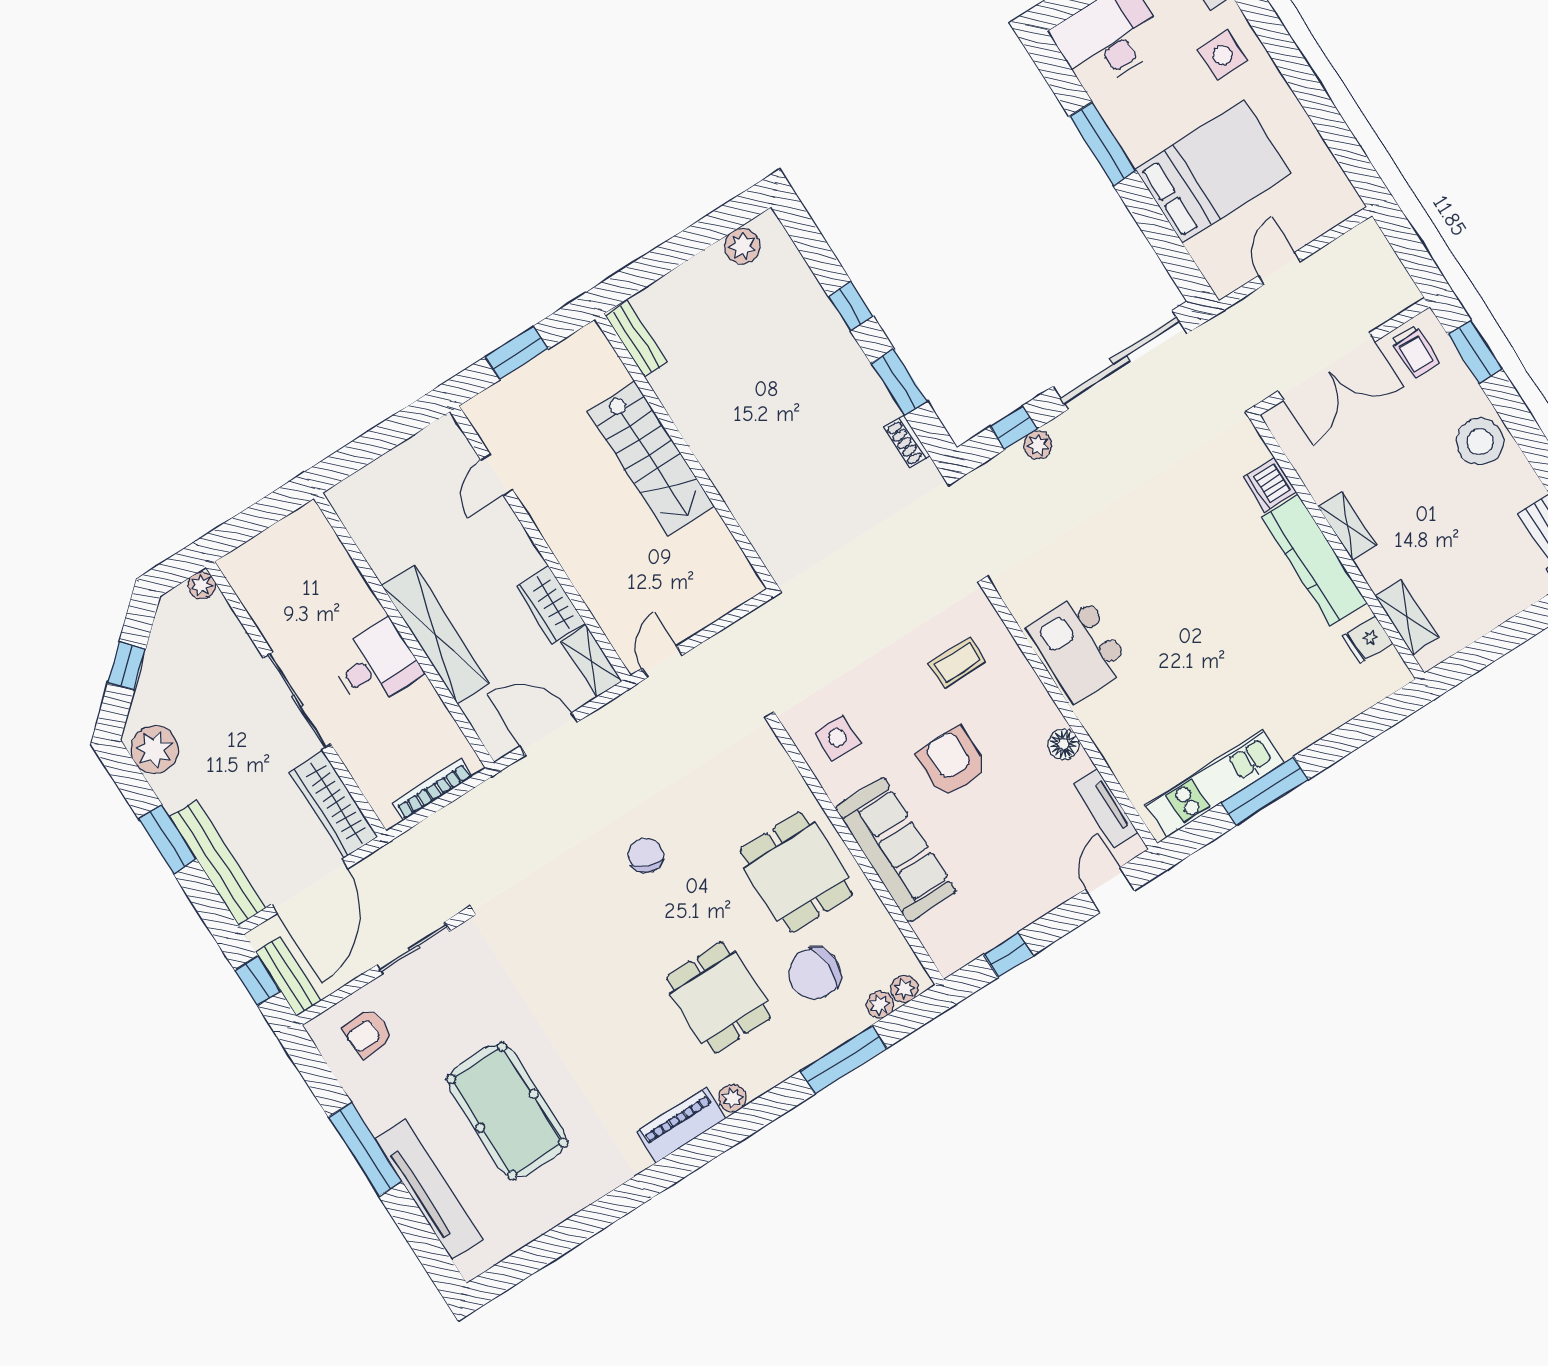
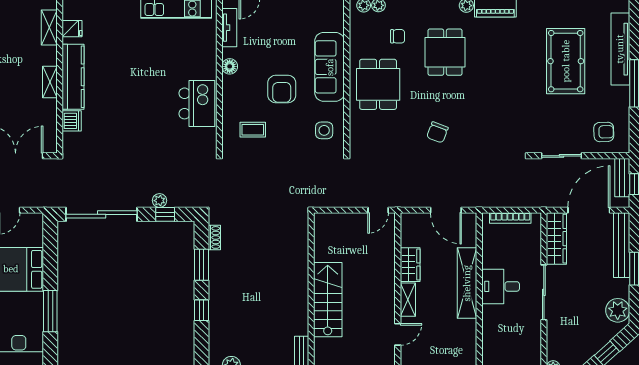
shelving: (592, 661) -> (408, 300), moved
chair: (815, 973) -> (398, 36), width x0.54, depth x0.54

